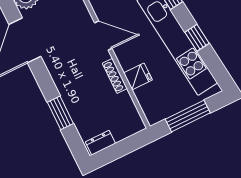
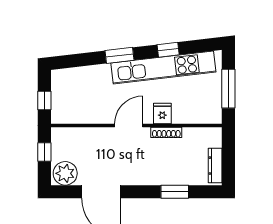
fridge: (138, 76) -> (162, 114), moved
dresser: (100, 143) -> (215, 166), width x1.44

